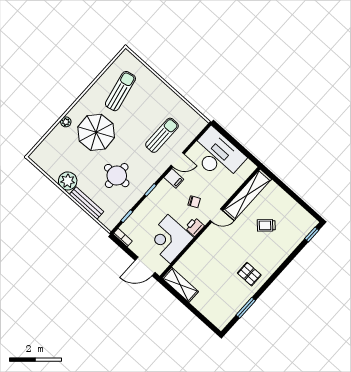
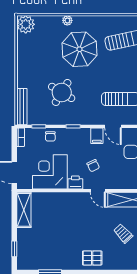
round table: (117, 176) -> (62, 92), turned 31
plant: (68, 181) -> (26, 24), moved
bench: (86, 203) -> (22, 107), moved
chair: (142, 214) -> (50, 136), added
pallet: (249, 274) -> (92, 258), moved, turned 90
window: (203, 319) -> (14, 249), added

